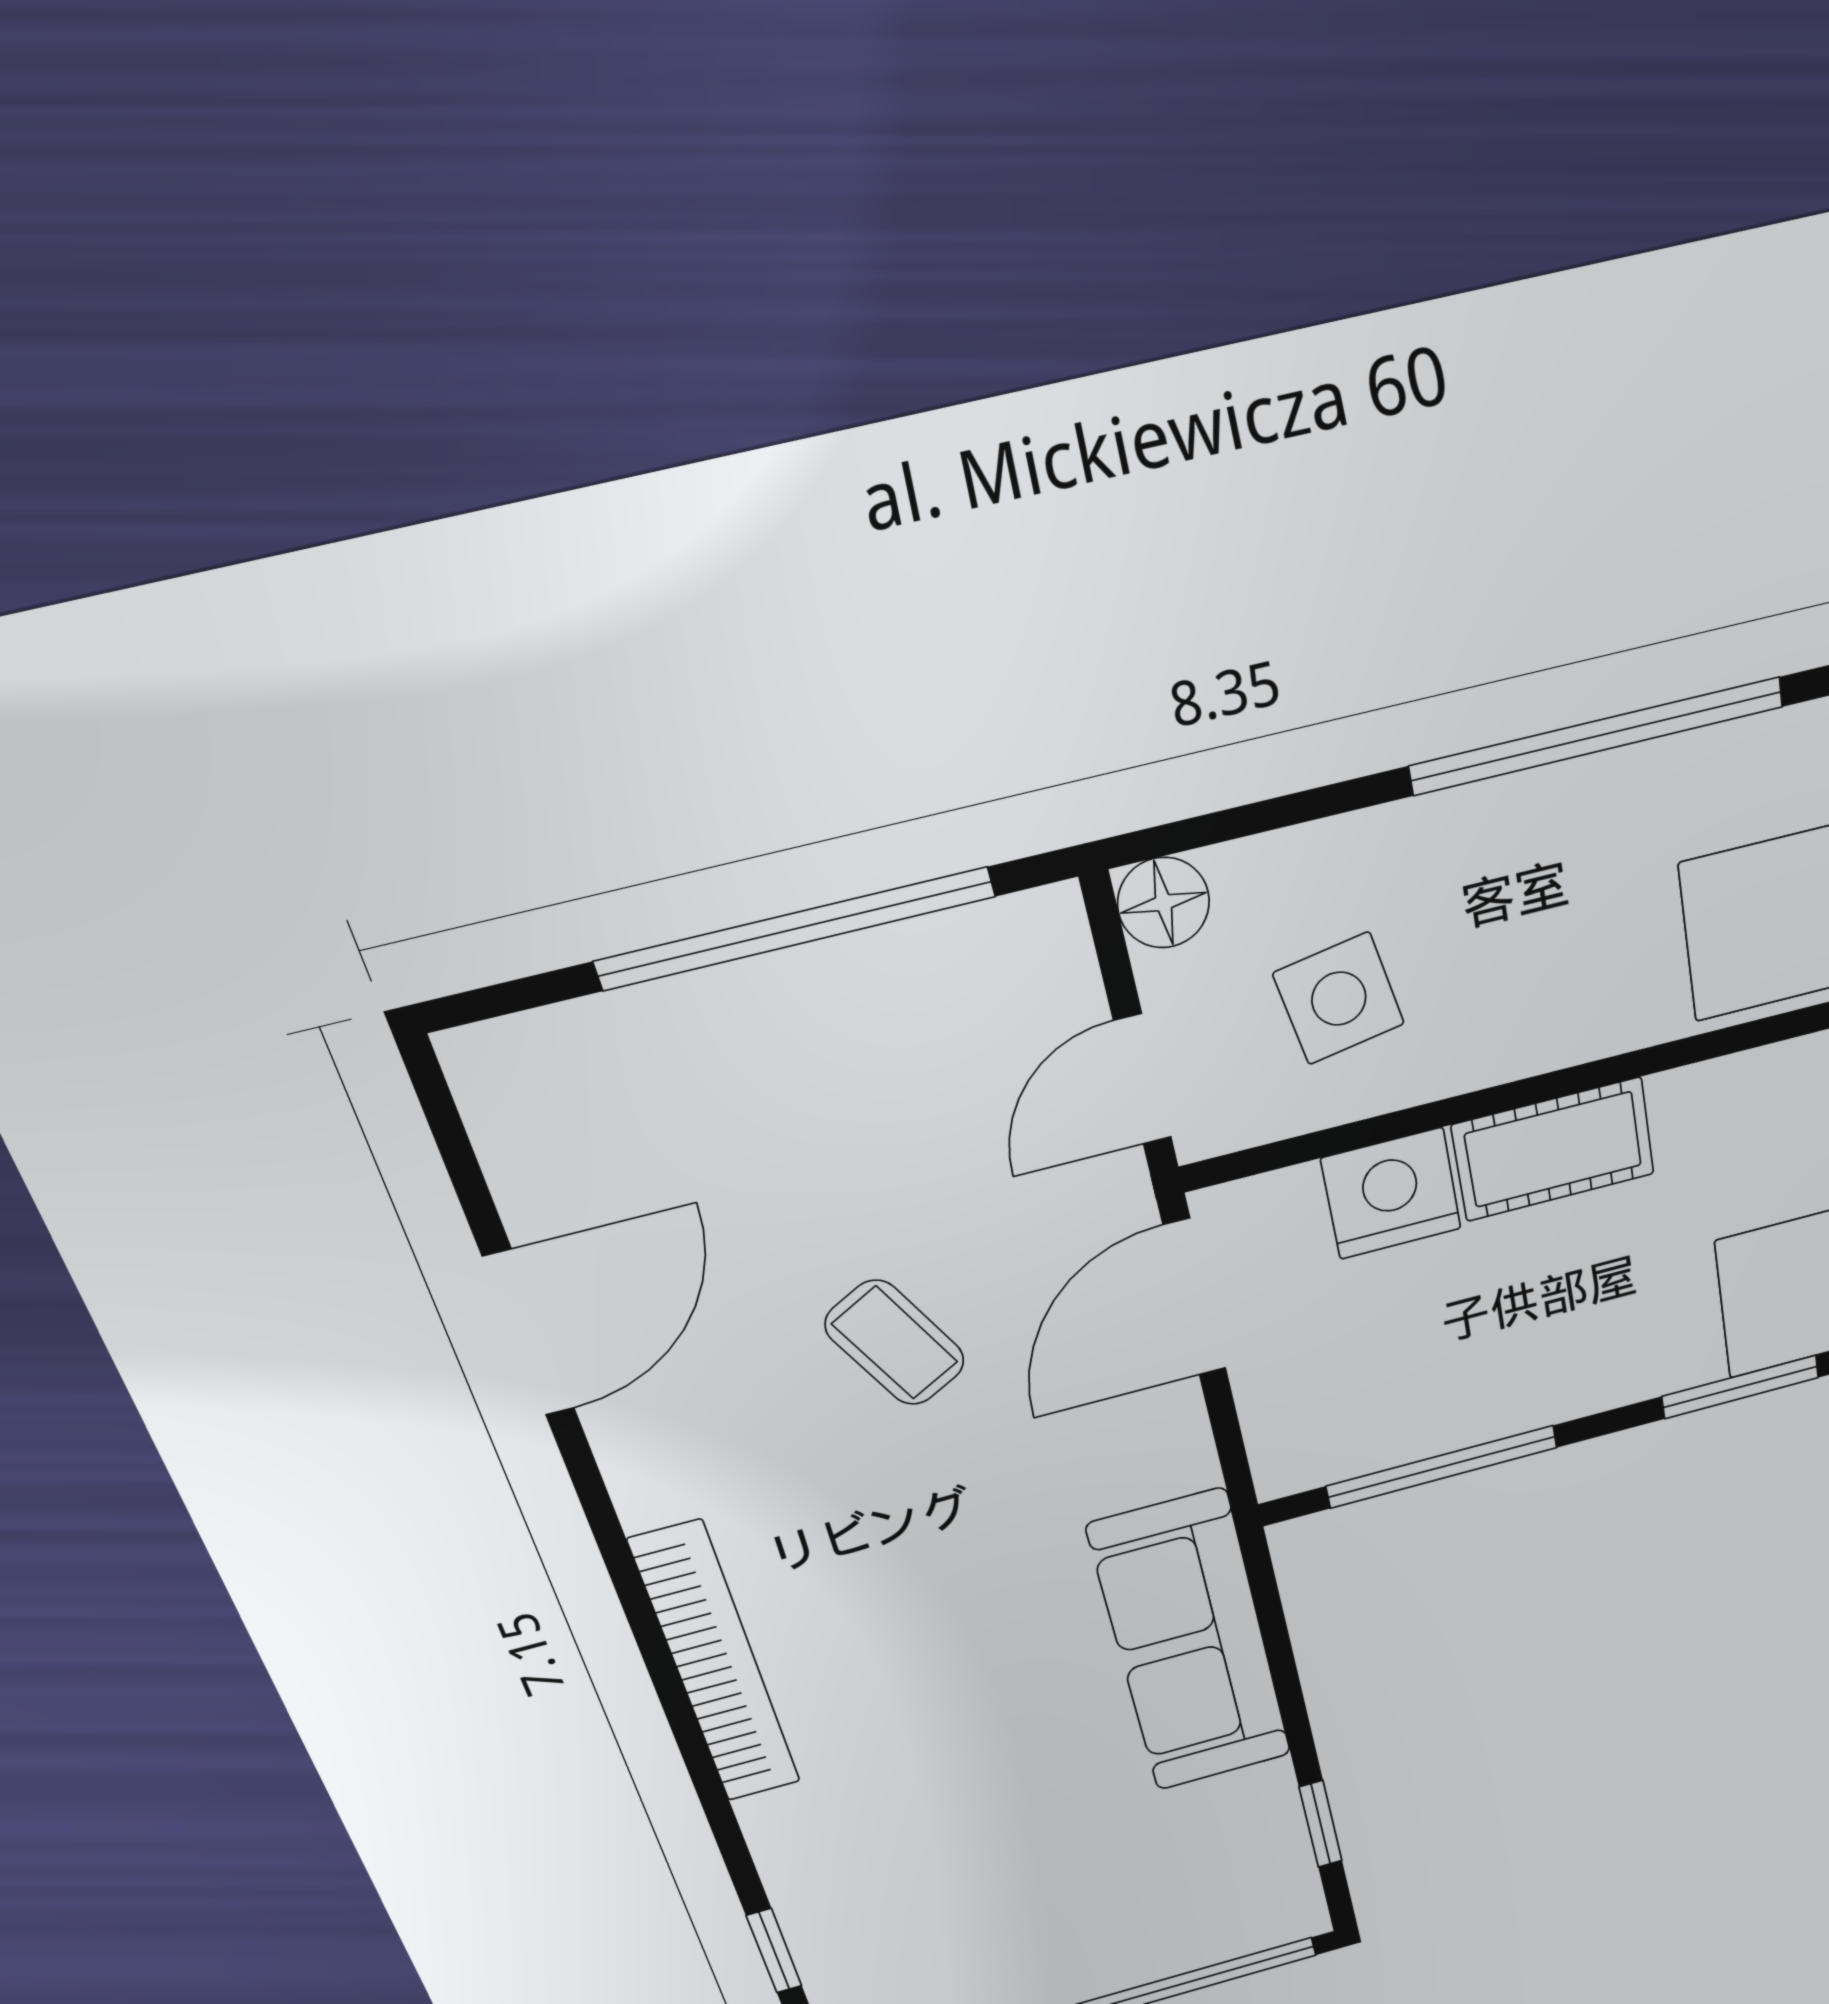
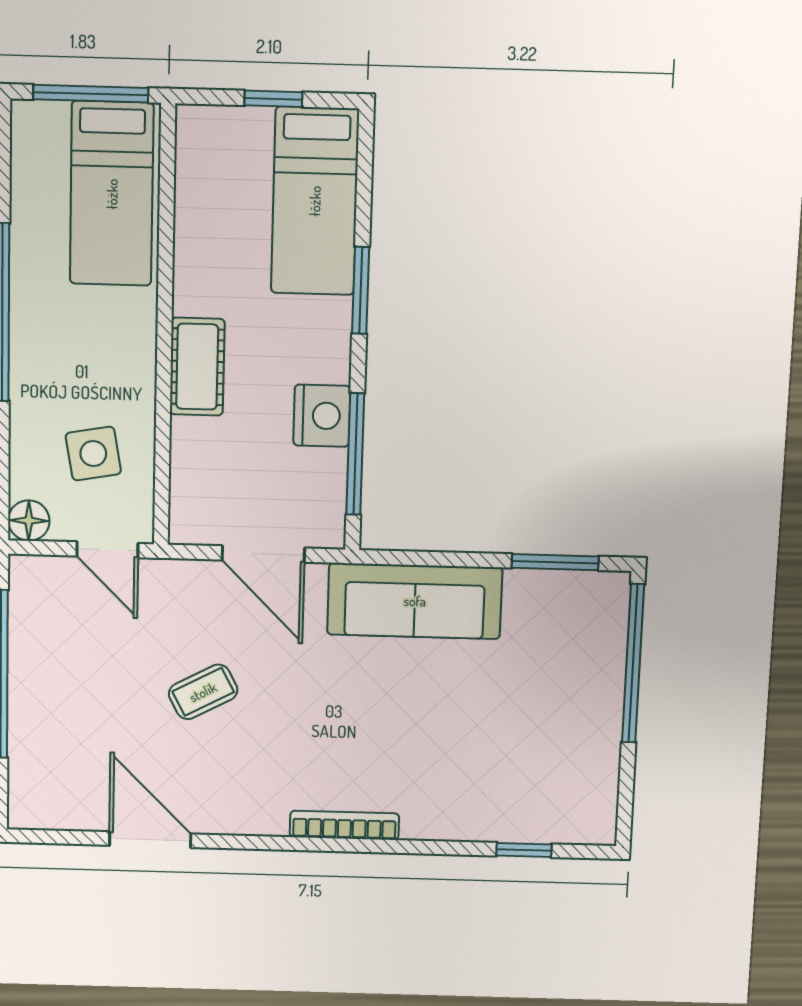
nightstand: (1391, 1194) -> (322, 416), moved, turned 180
door: (1195, 1297) -> (263, 554), moved
bookcase: (716, 1664) -> (344, 825), width x0.68, depth x0.76
window: (1321, 1824) -> (555, 562), width x1.50

